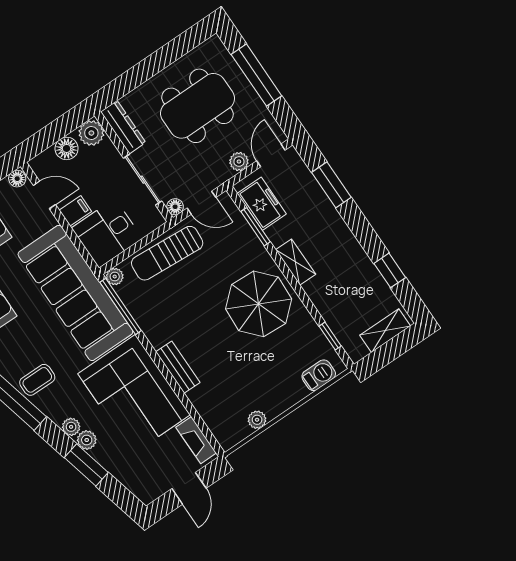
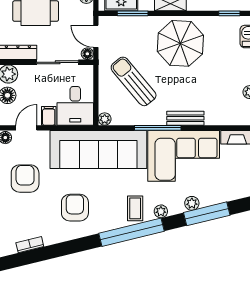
door: (201, 203) -> (96, 36), swing flipped
sun lounger: (167, 253) -> (134, 81), moved, turned 136
window: (121, 306) -> (158, 128), moved
plant: (71, 427) -> (161, 211), moved
window: (86, 465) -> (207, 214), width x1.44

